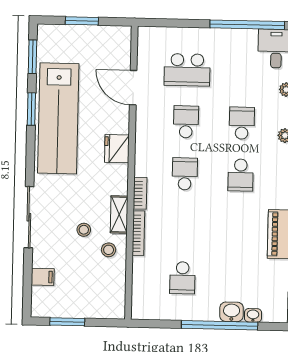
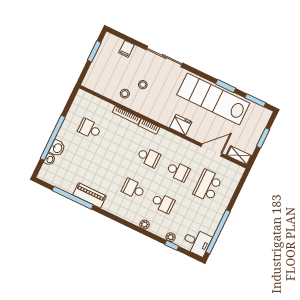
shelving: (119, 214) -> (239, 155), moved

